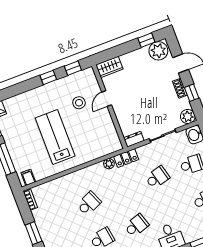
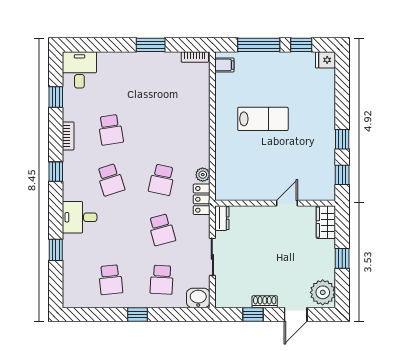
window: (146, 40) -> (342, 258), moved
door: (107, 99) -> (287, 203), hinge flipped
stool: (79, 103) -> (295, 166), removed
plant: (188, 117) -> (225, 298), removed
lab bench: (55, 137) -> (263, 119), width x0.73, depth x0.72
school desk: (89, 203) -> (162, 180), moved, turned 36

